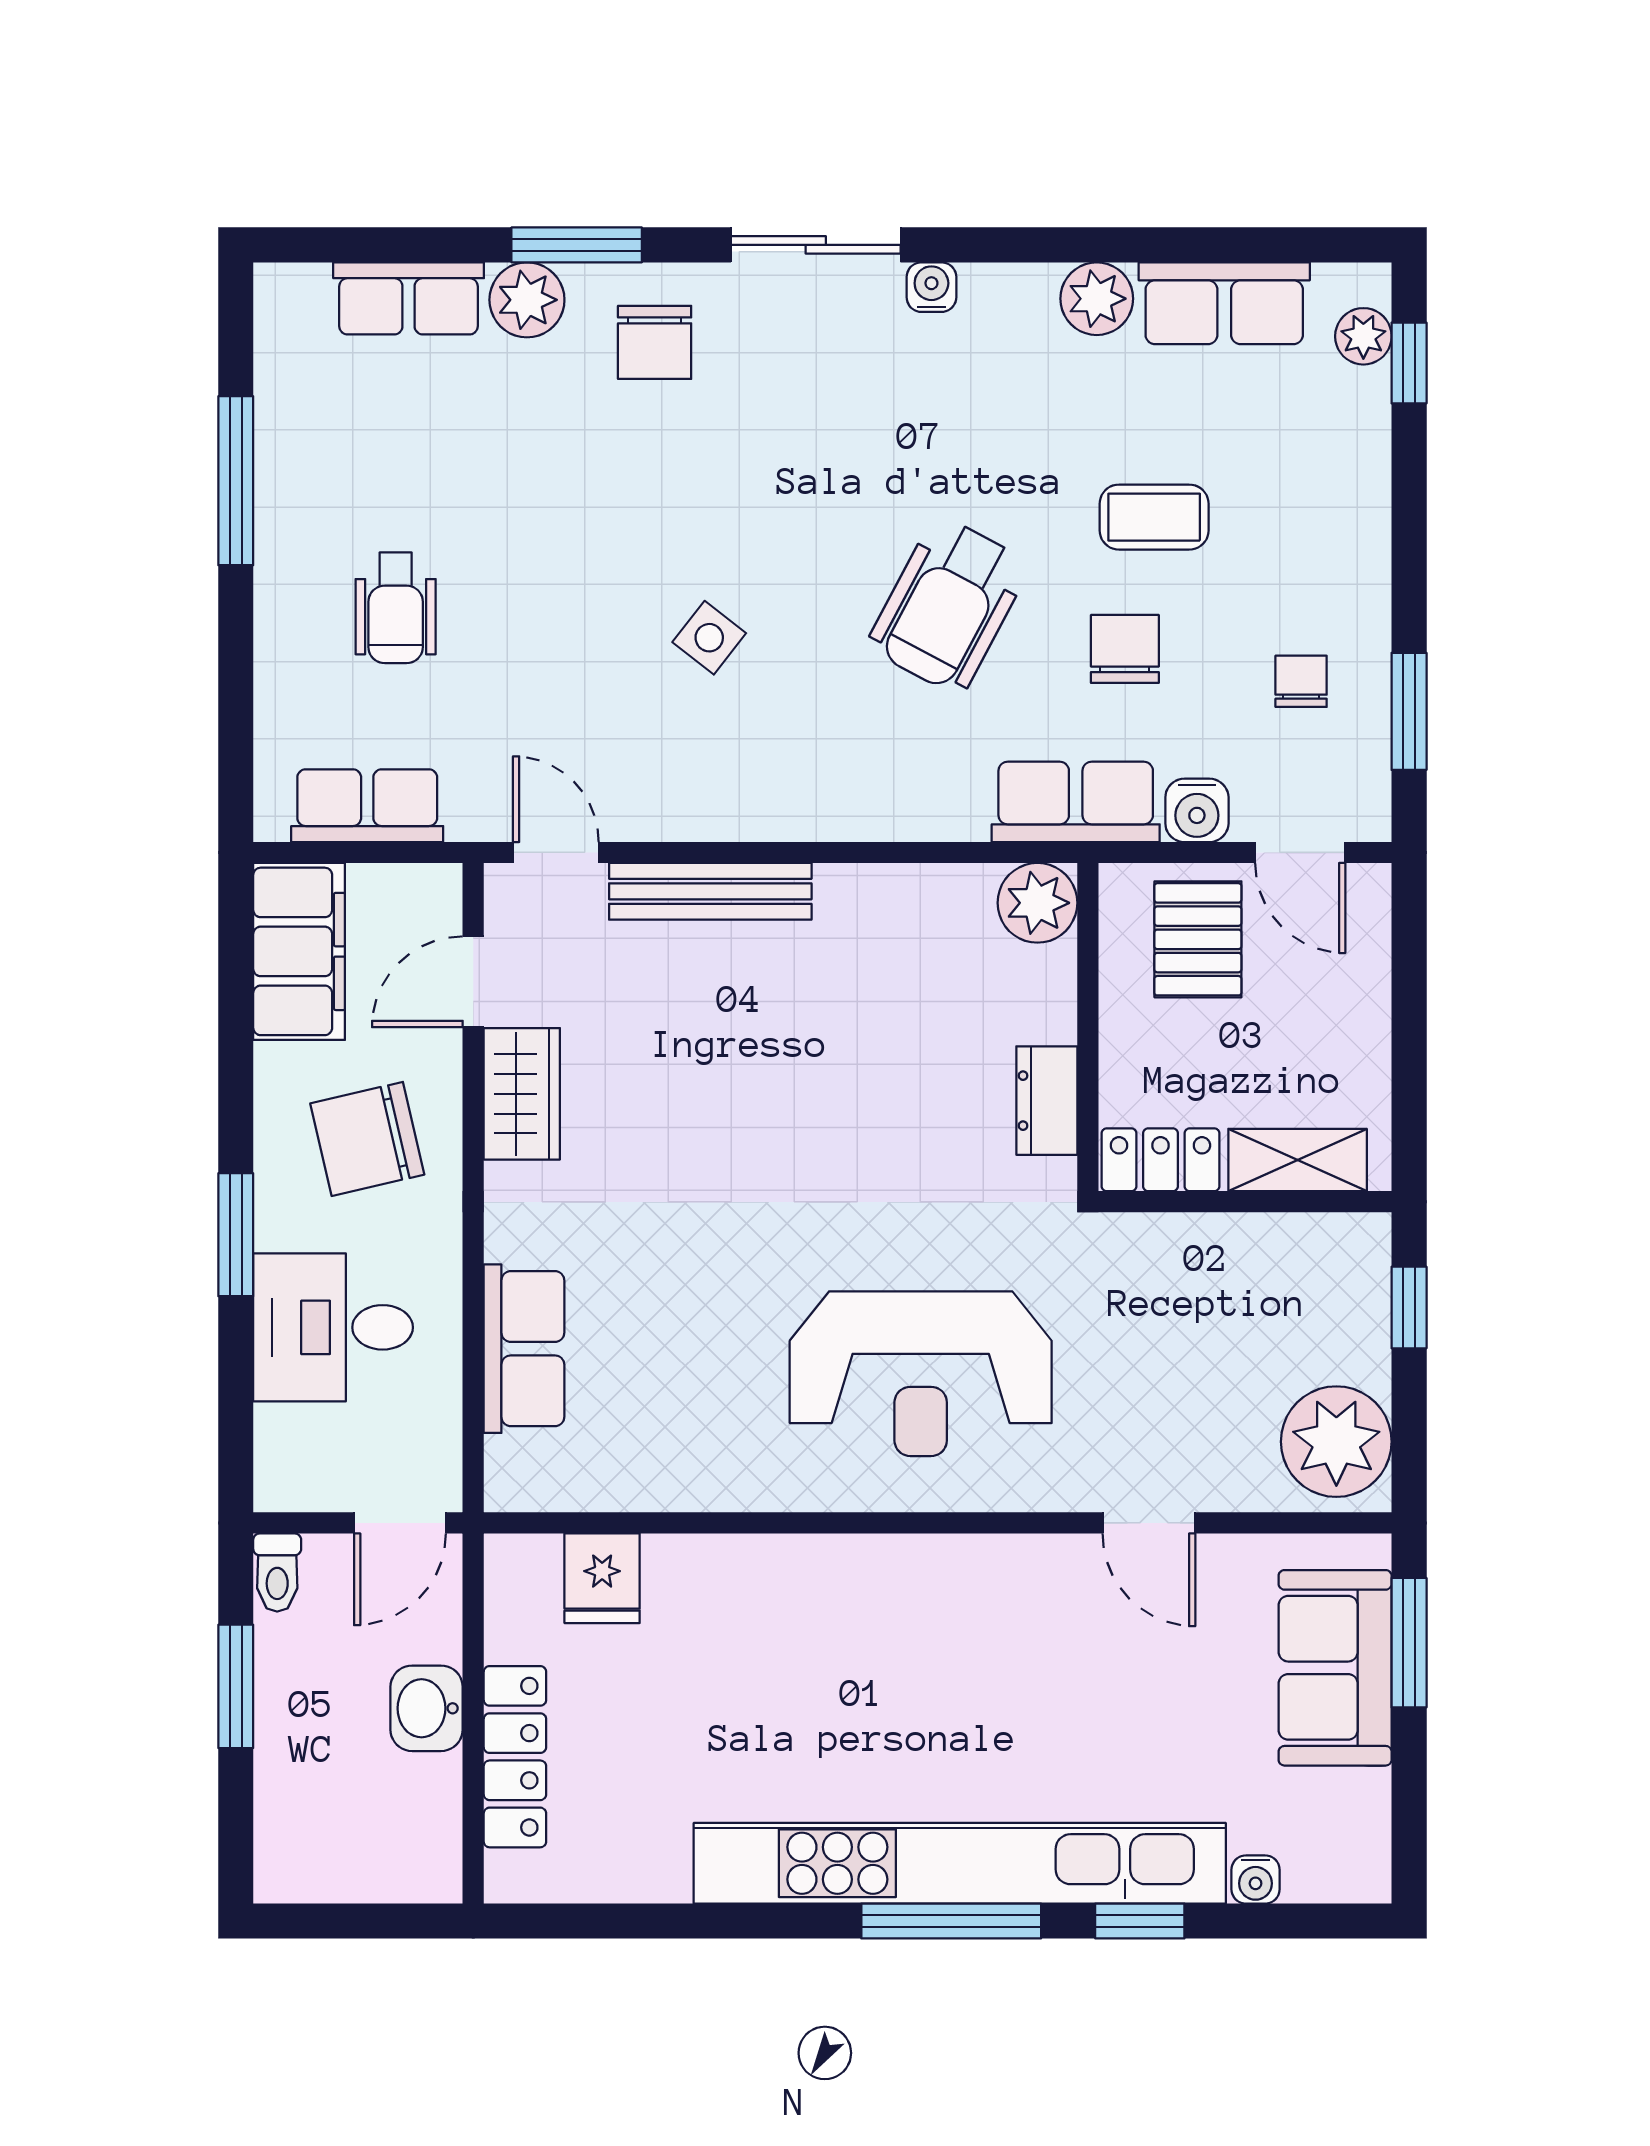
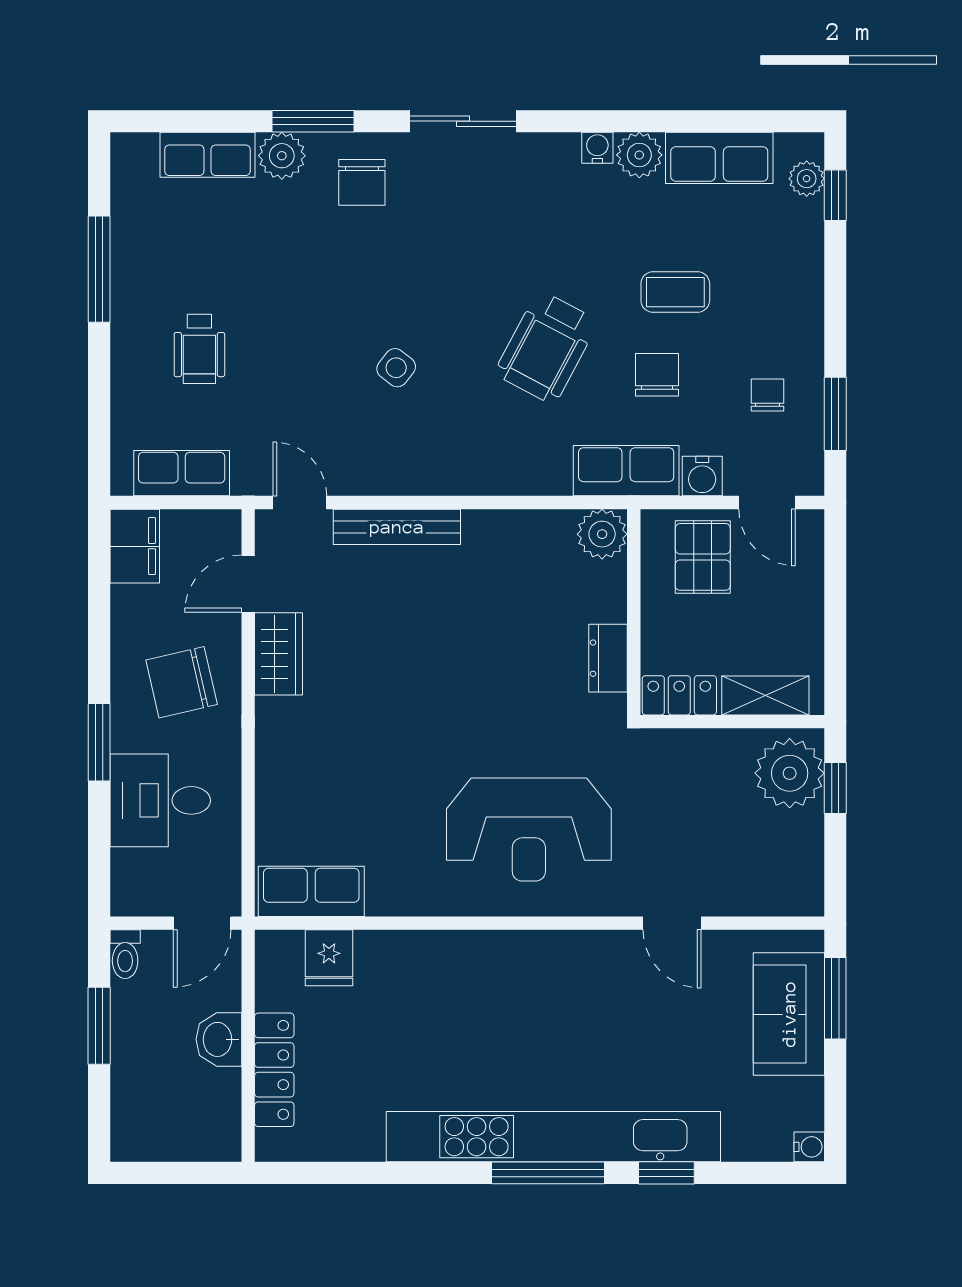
water cooler: (931, 287) -> (597, 148), moved
filing cabinet: (299, 951) -> (135, 546), width x0.67, depth x0.86
row of seats: (524, 1349) -> (311, 891), moved, turned -90
plant: (1336, 1442) -> (790, 773), moved
water cooler: (1256, 1879) -> (809, 1147), moved, turned -90

